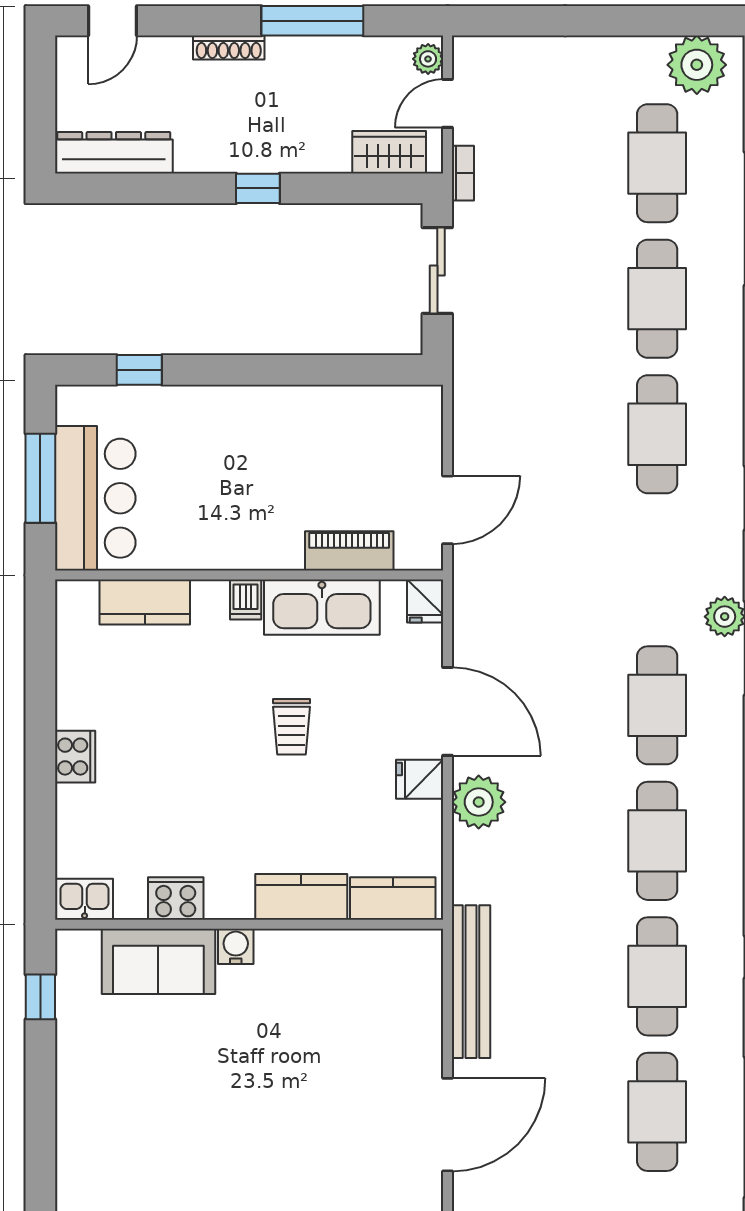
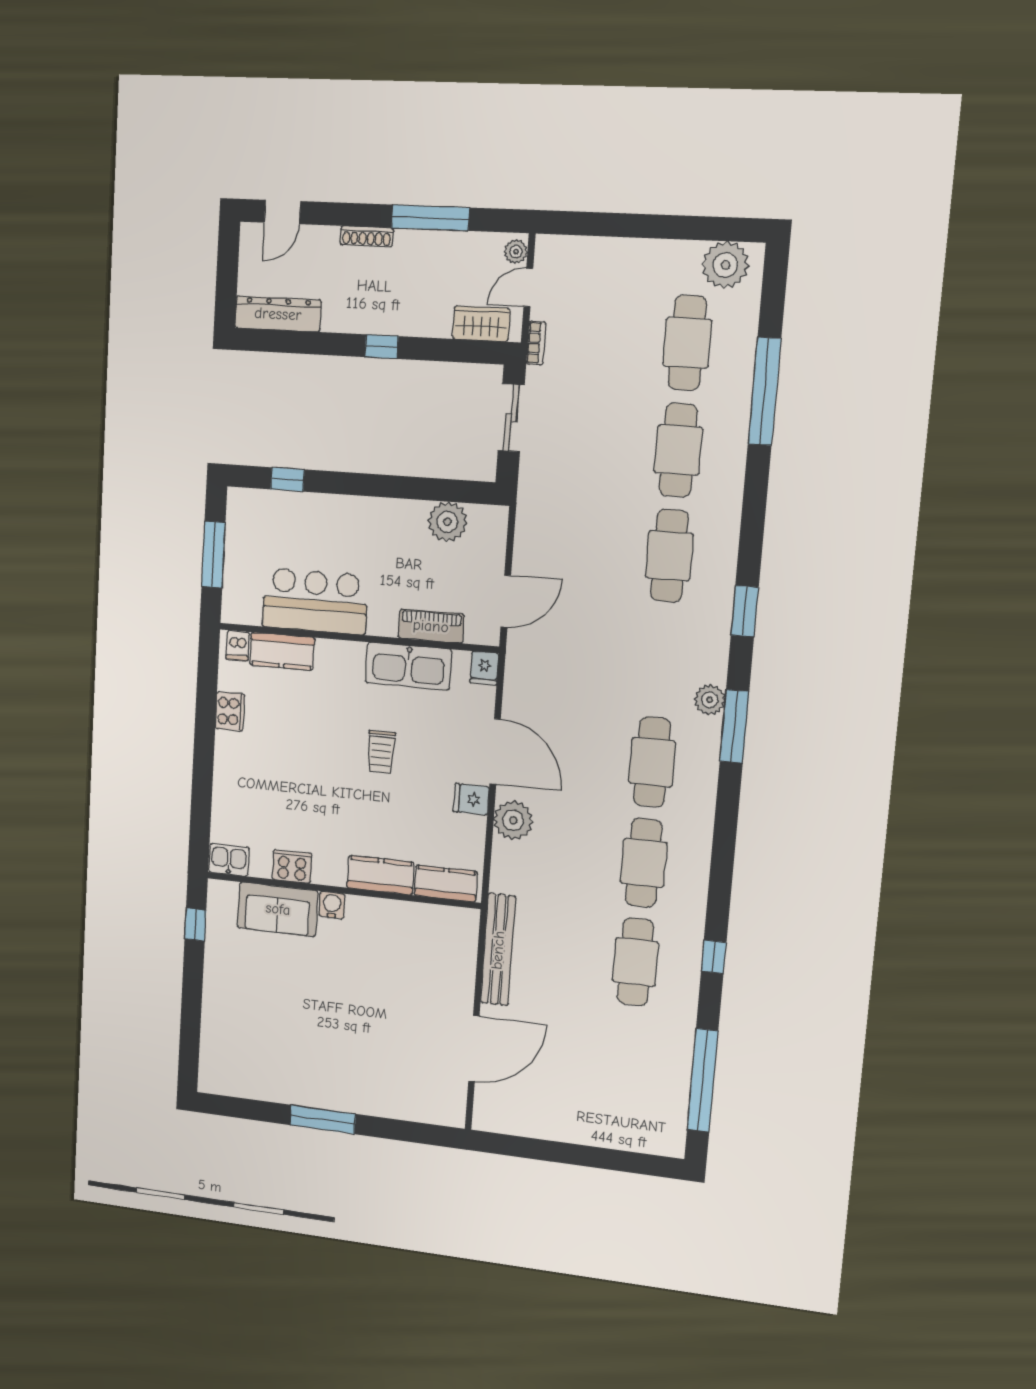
plant: (362, 411) -> (447, 522), added
bar counter: (95, 498) -> (315, 601), moved, turned -90
dishwasher: (246, 600) -> (238, 646), moved
cooker: (75, 757) -> (230, 711), moved
cafe table: (657, 1112) -> (627, 1060), removed

